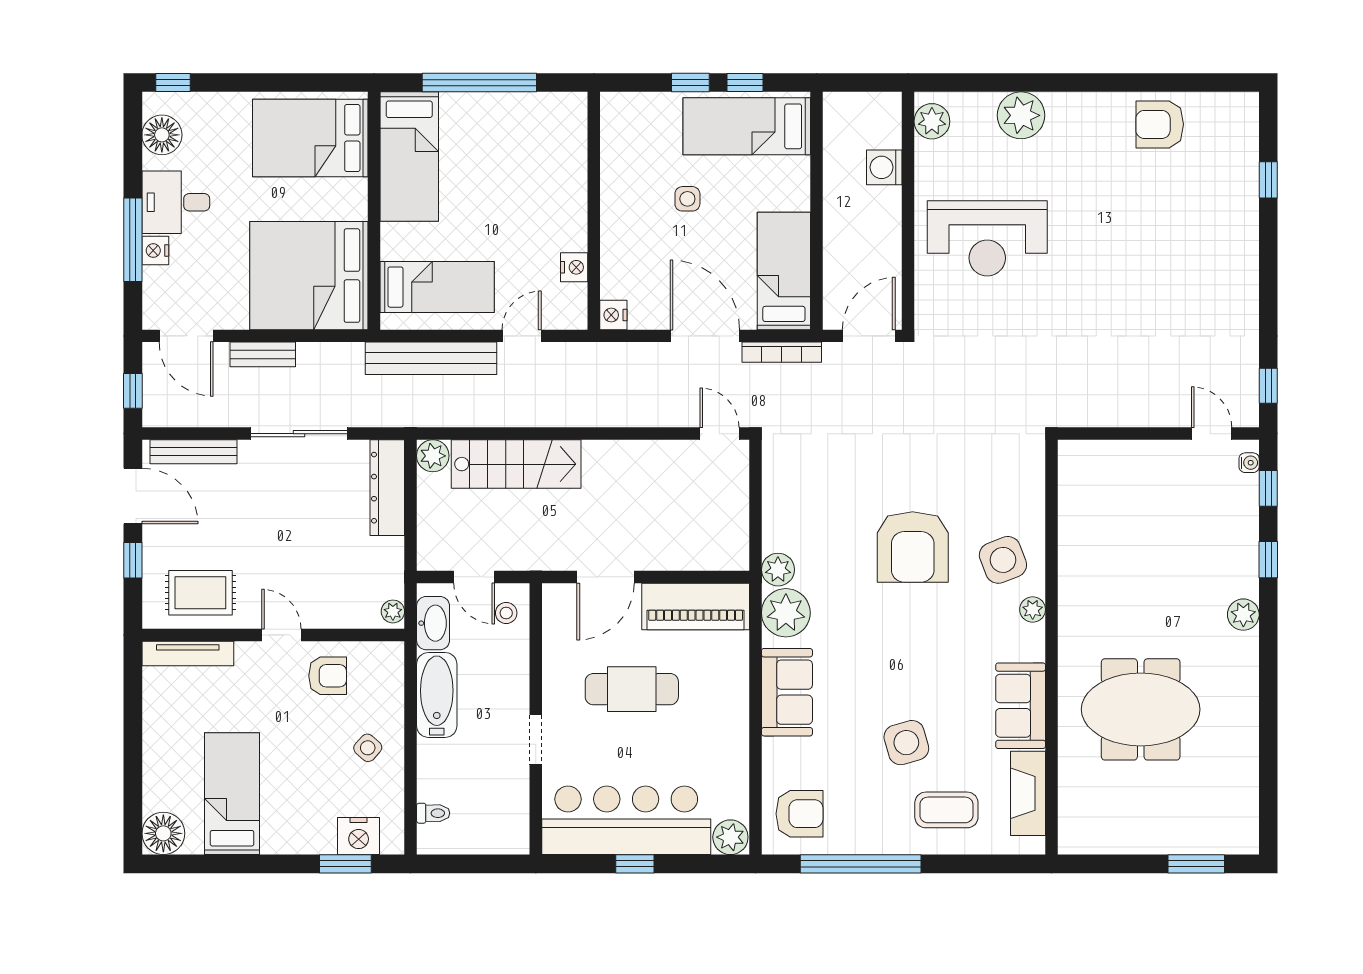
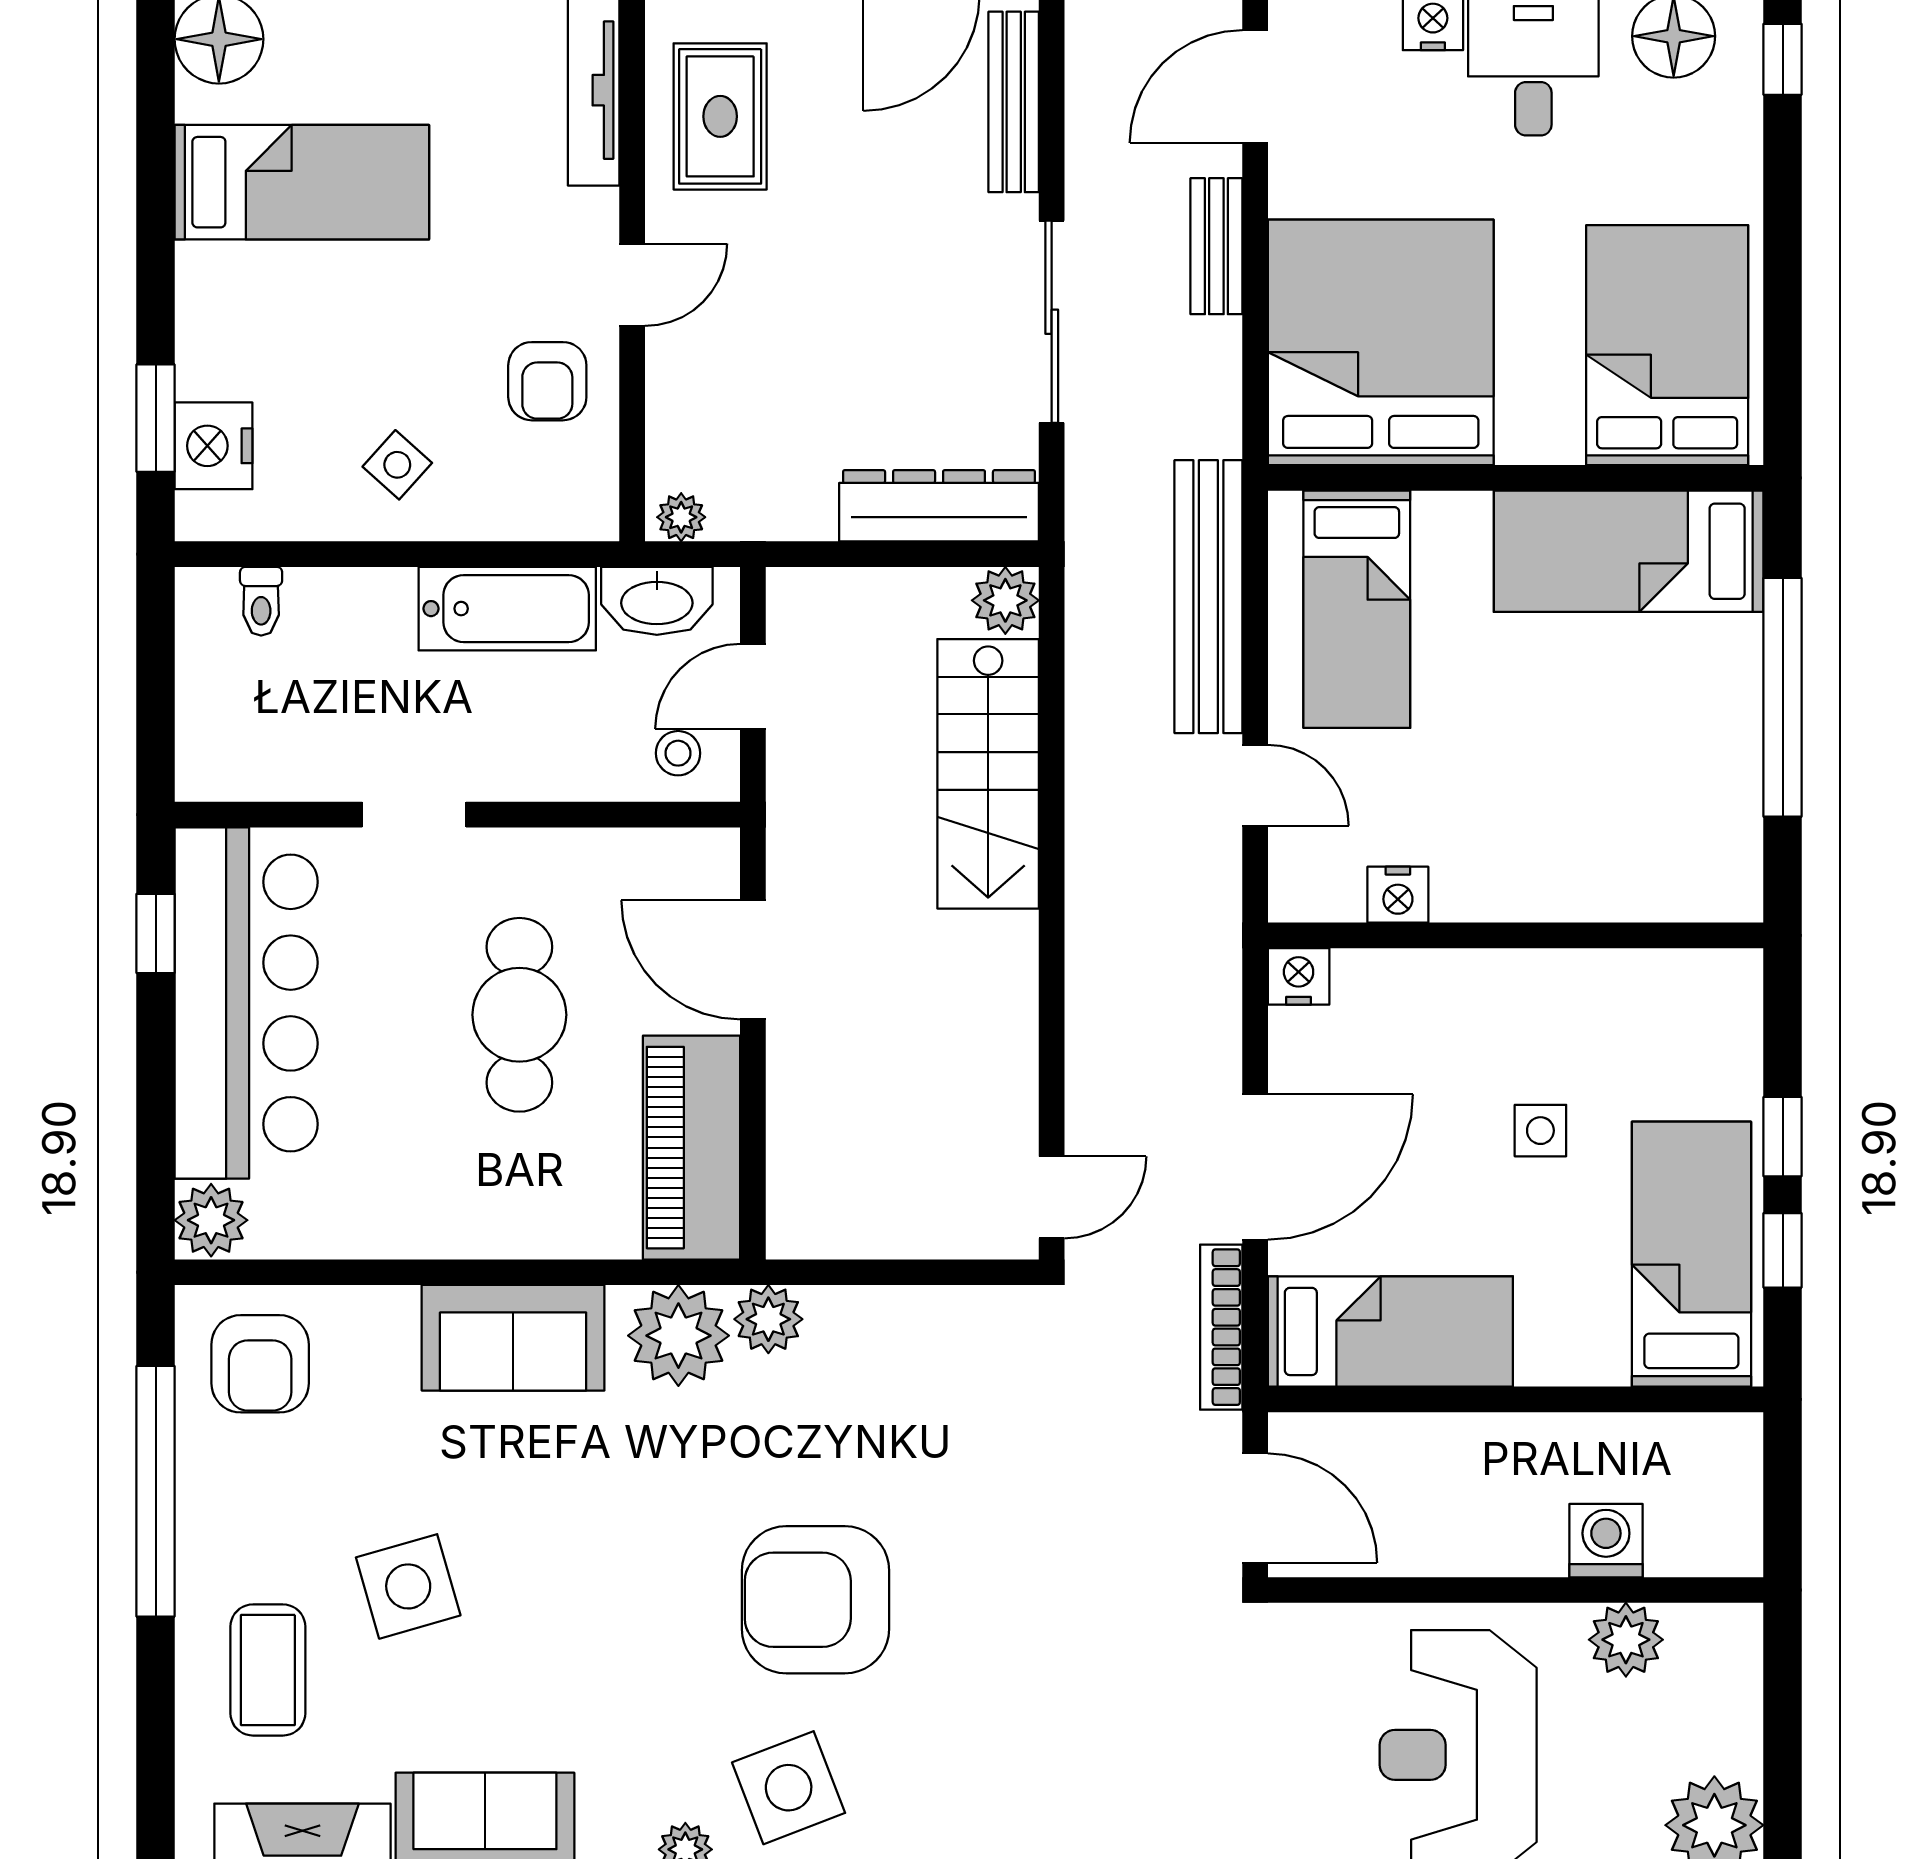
plant: (932, 121) -> (1626, 1640), moved
window: (635, 864) -> (156, 933), moved

